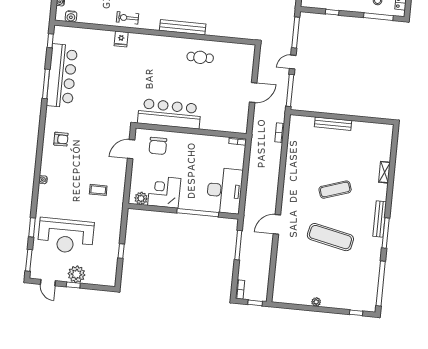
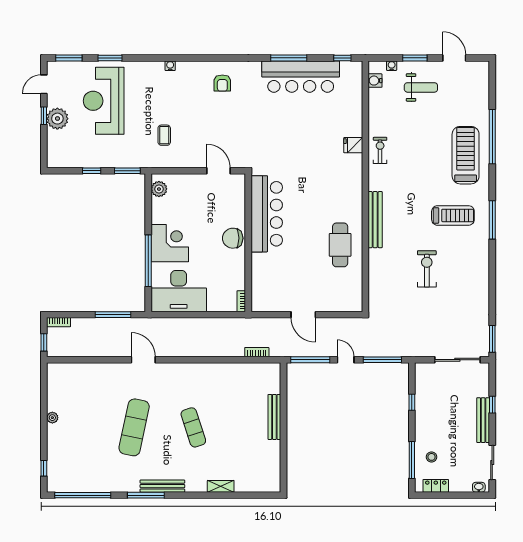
cafe table: (200, 57) -> (340, 245), width x1.37, depth x1.35
chair: (158, 146) -> (233, 238), moved
corner desk: (164, 192) -> (170, 243), moved
window: (124, 222) -> (127, 171), added

